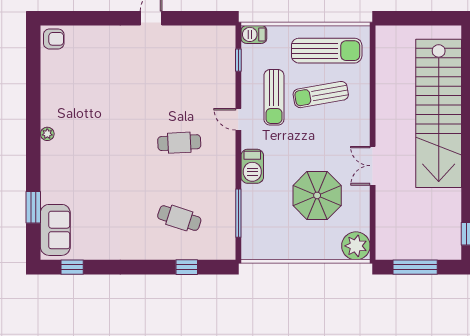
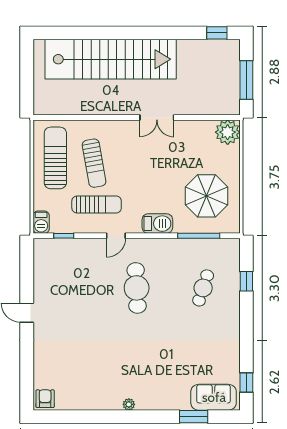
cafe table: (179, 143) -> (137, 288), width x1.37, depth x1.35
parasol: (317, 195) -> (207, 196), moved

